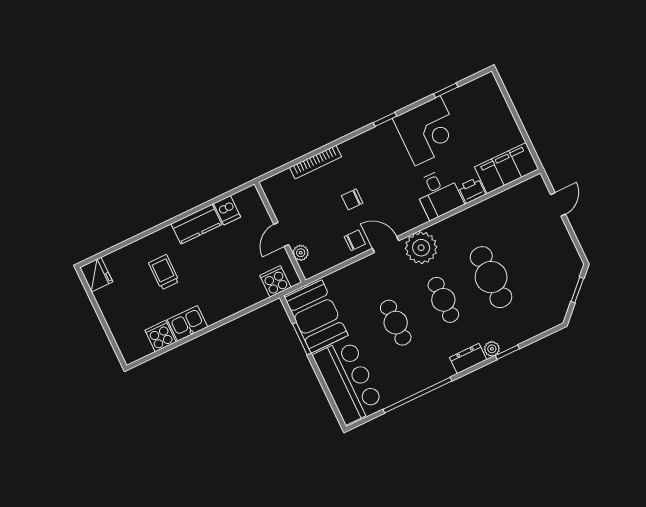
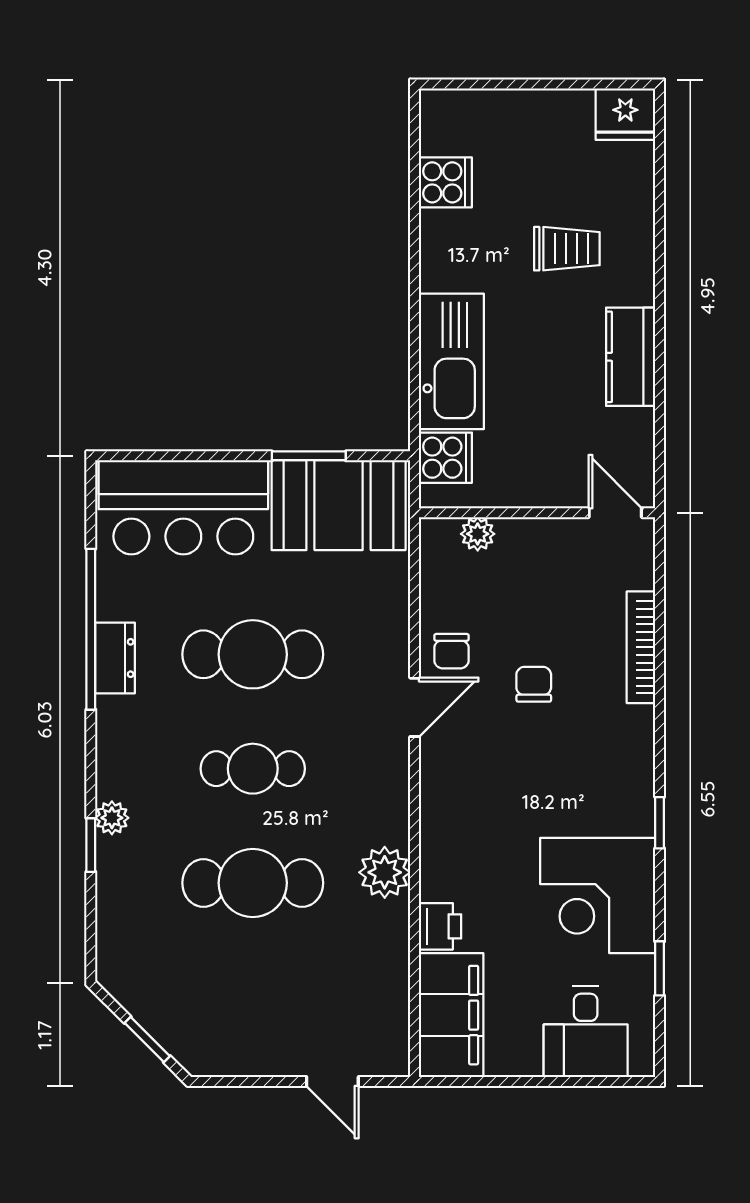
desk: (438, 194) -> (586, 1032), moved, turned -90
dishwasher: (227, 210) -> (629, 430), removed
door: (281, 234) -> (615, 513), moved
plant: (421, 248) -> (385, 872), moved, width x0.73, depth x0.73
kitchen sink: (187, 323) -> (451, 361), moved, width x1.87, depth x1.24
cafe table: (396, 323) -> (253, 654), width x1.37, depth x1.35
dresser: (468, 359) -> (115, 658), moved

